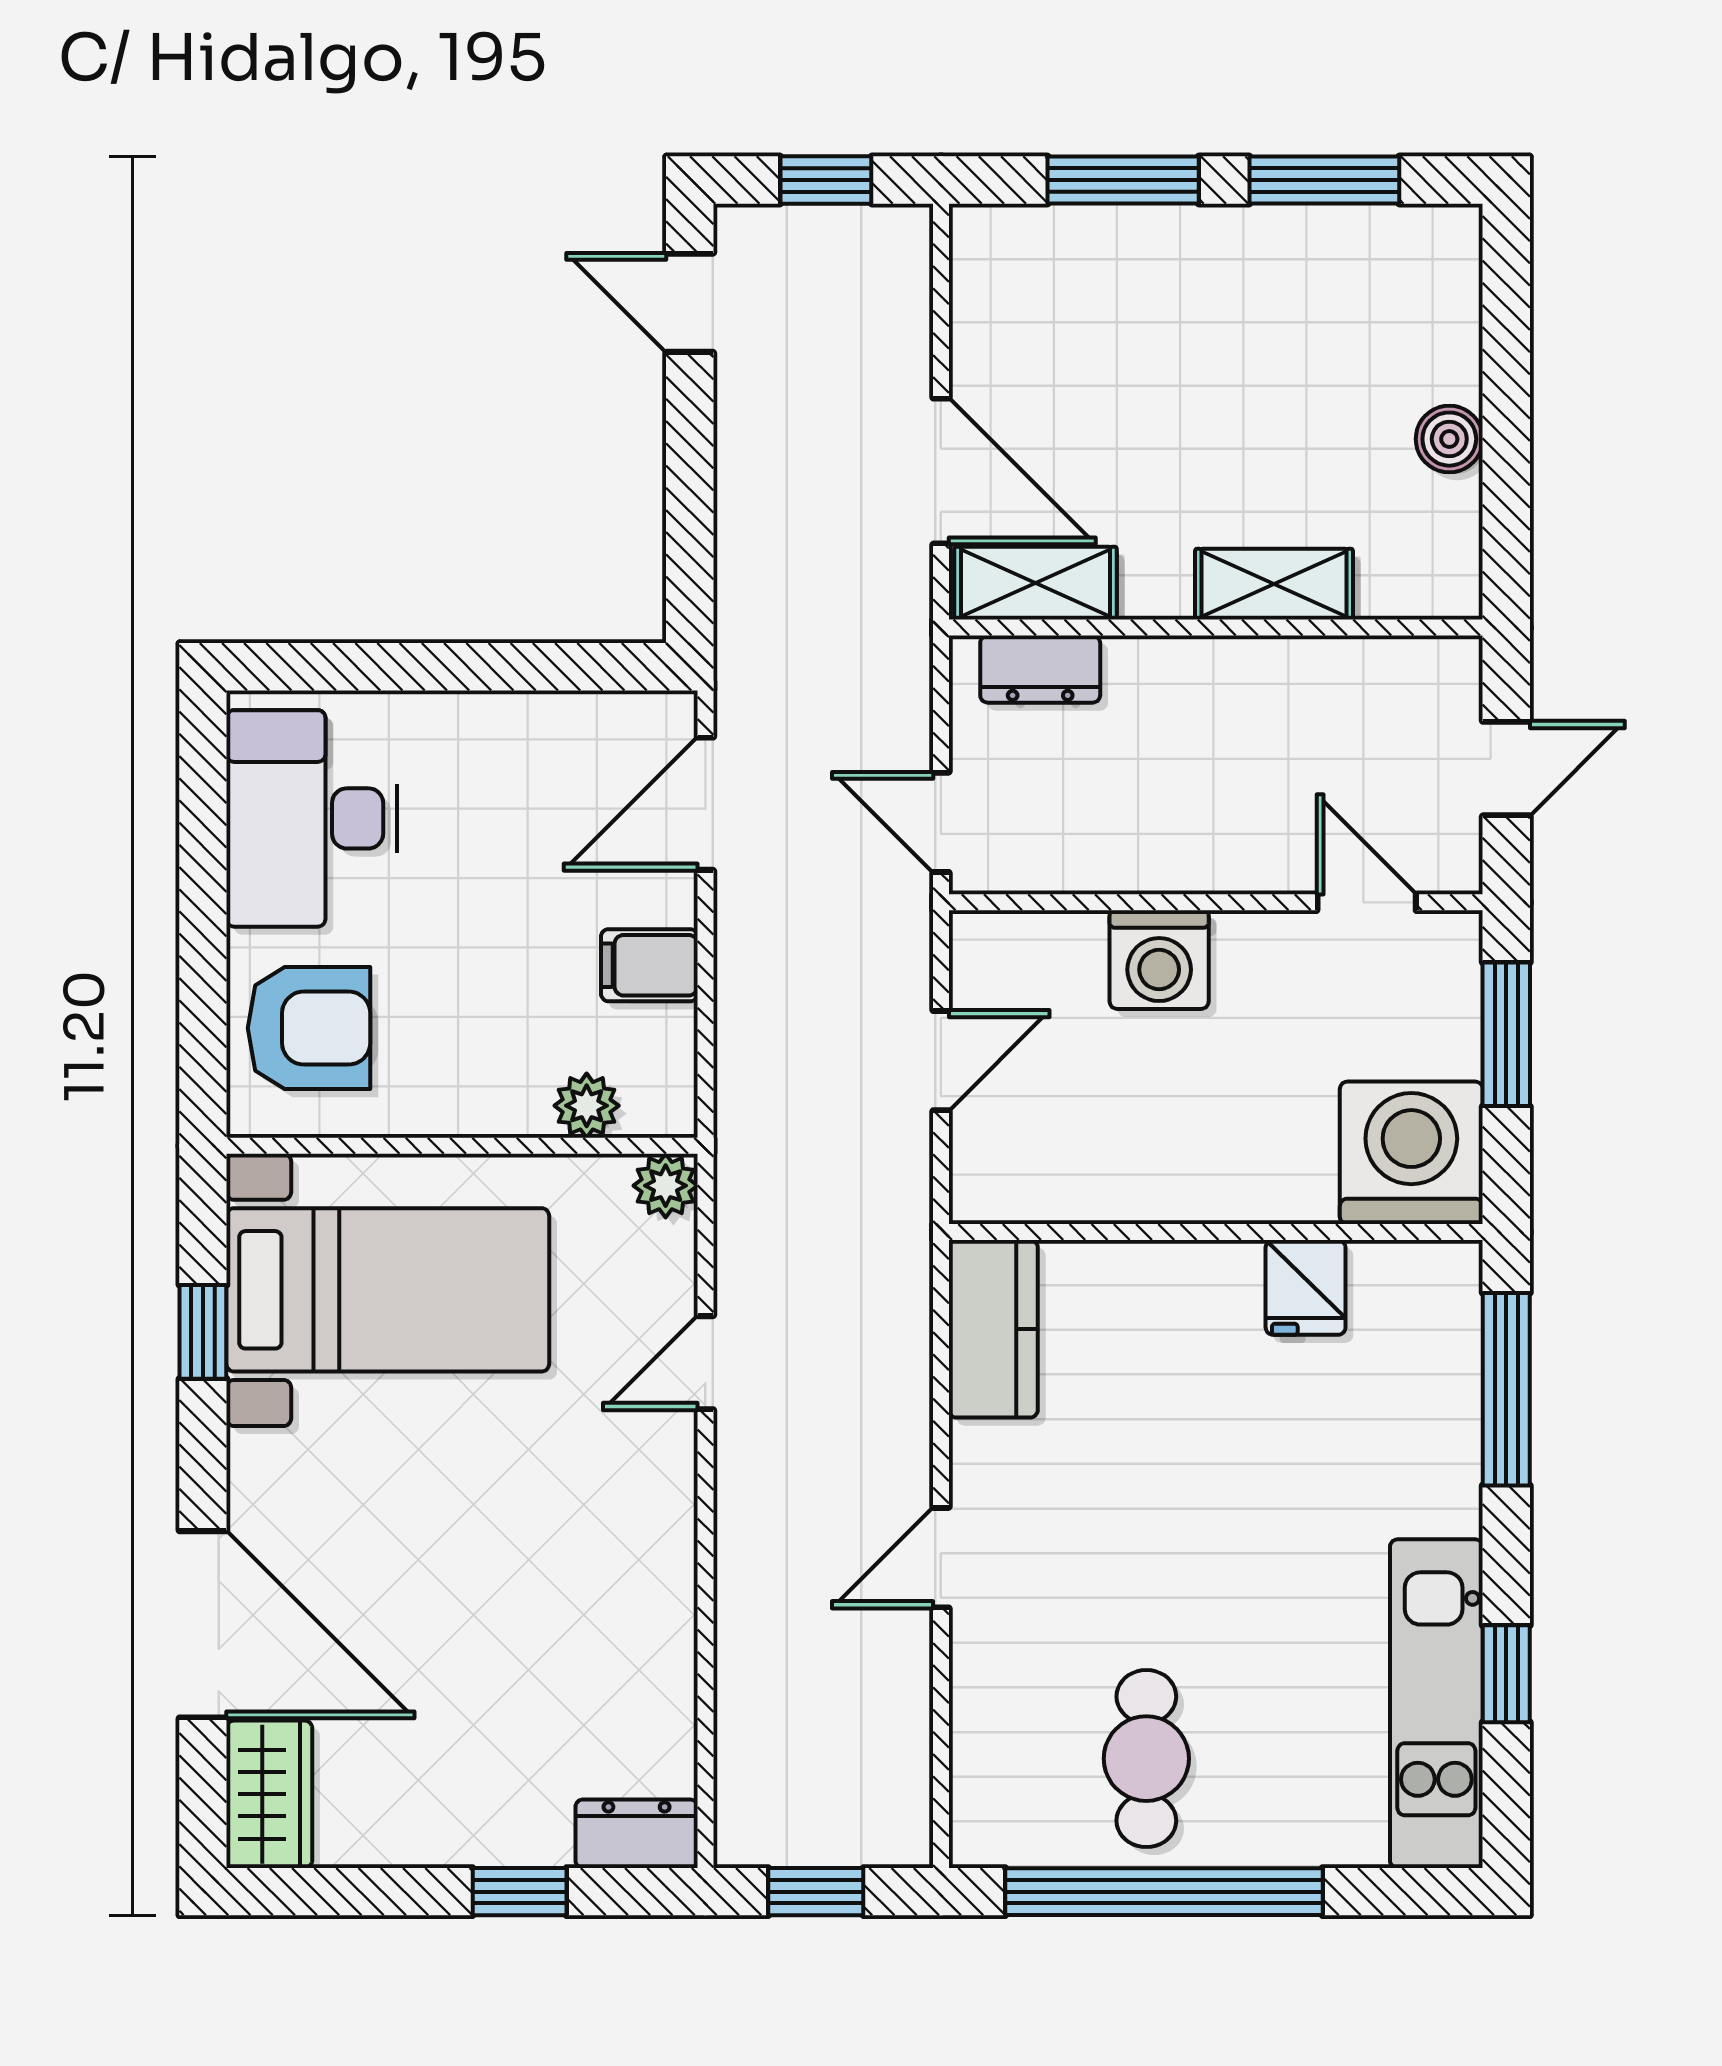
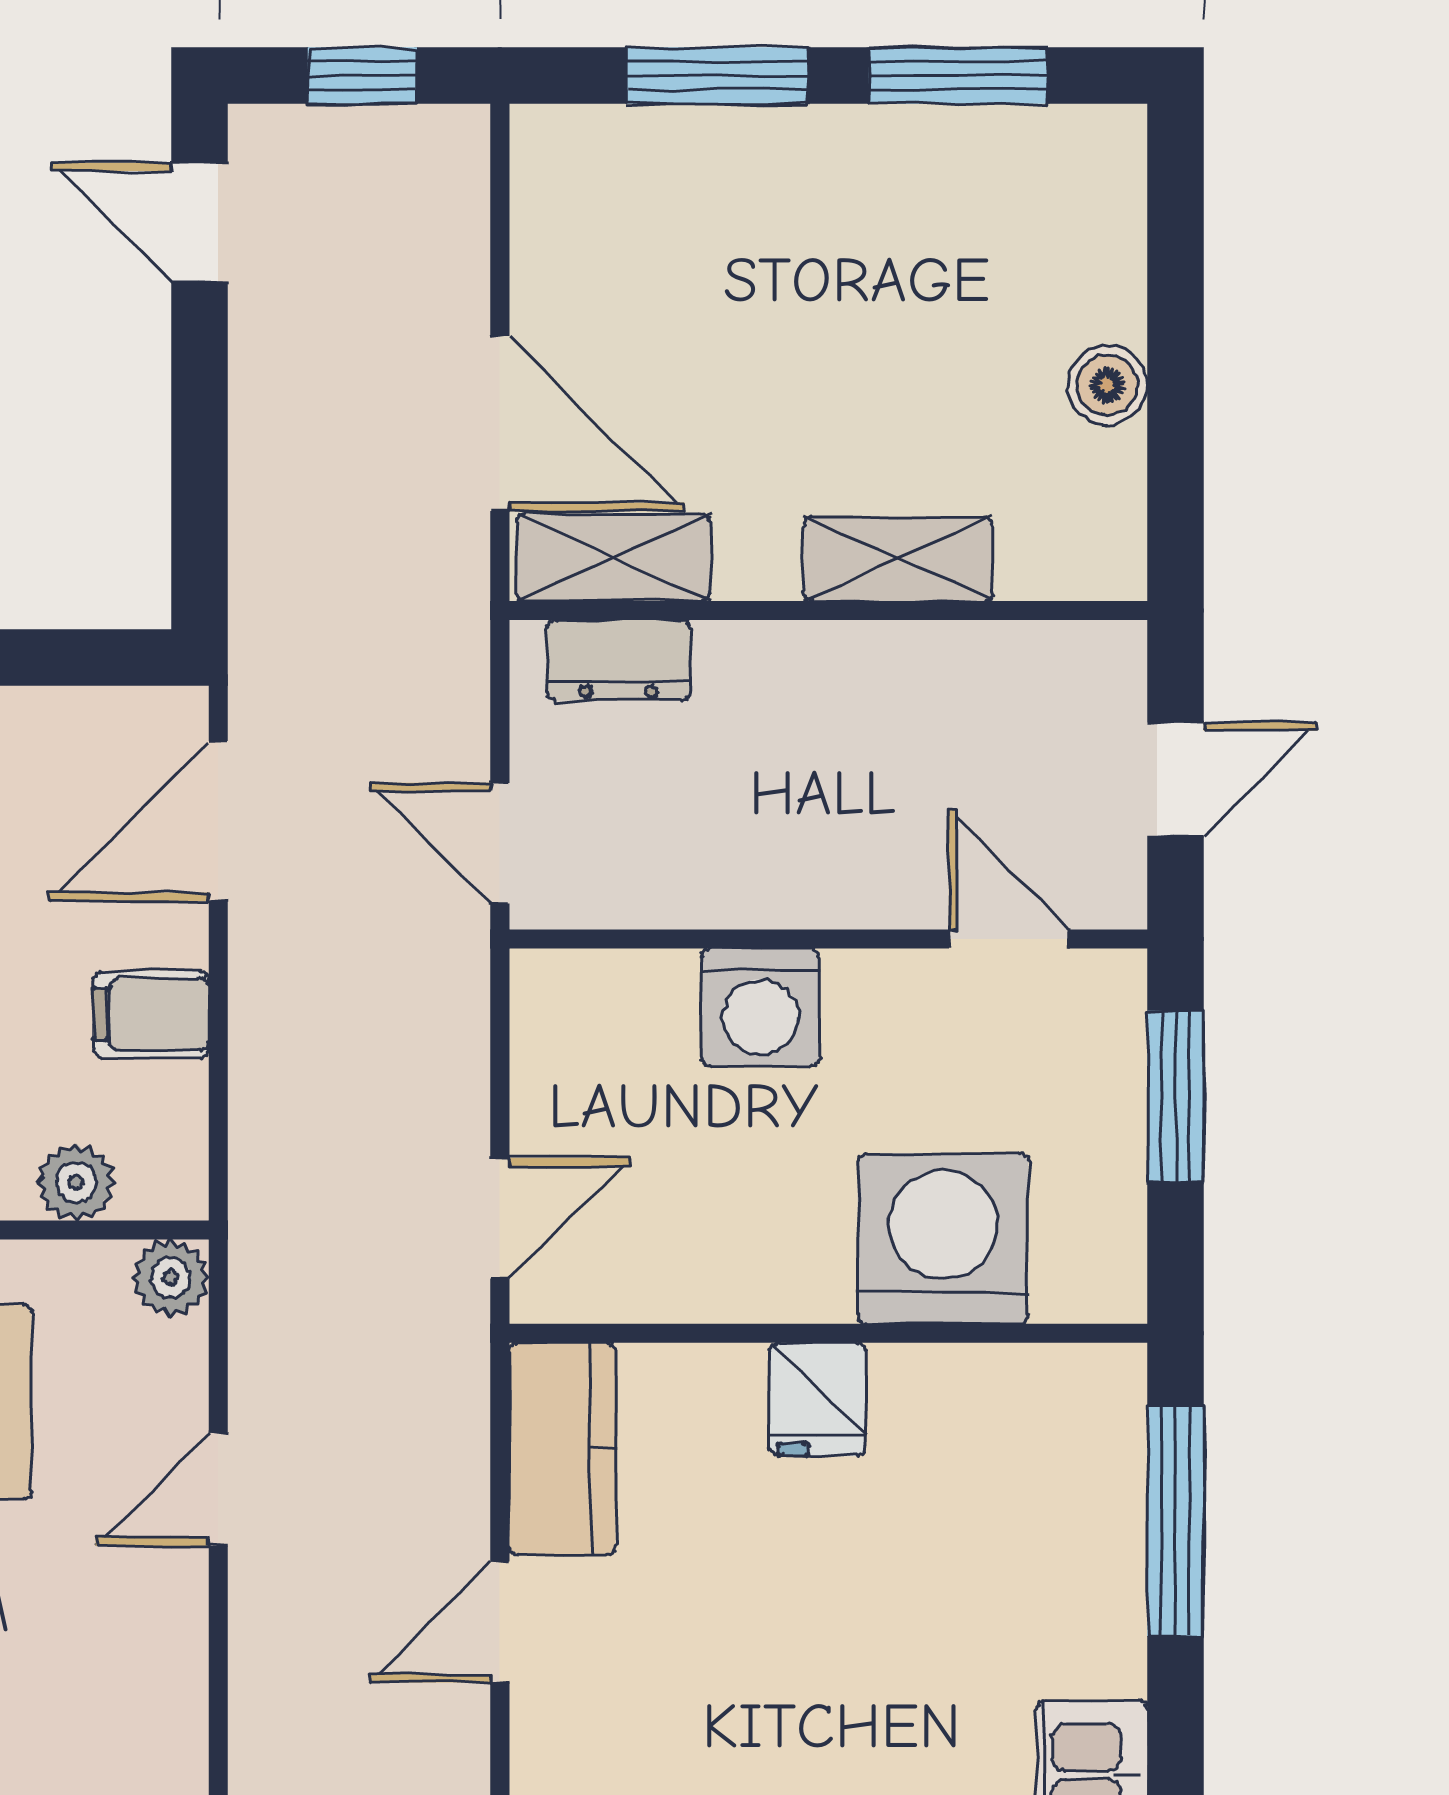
door: (941, 1061) -> (500, 1218), moved
washing machine: (1411, 1153) -> (943, 1238), moved
fridge: (1306, 1287) -> (818, 1399), moved
door: (941, 1558) -> (500, 1622), moved

